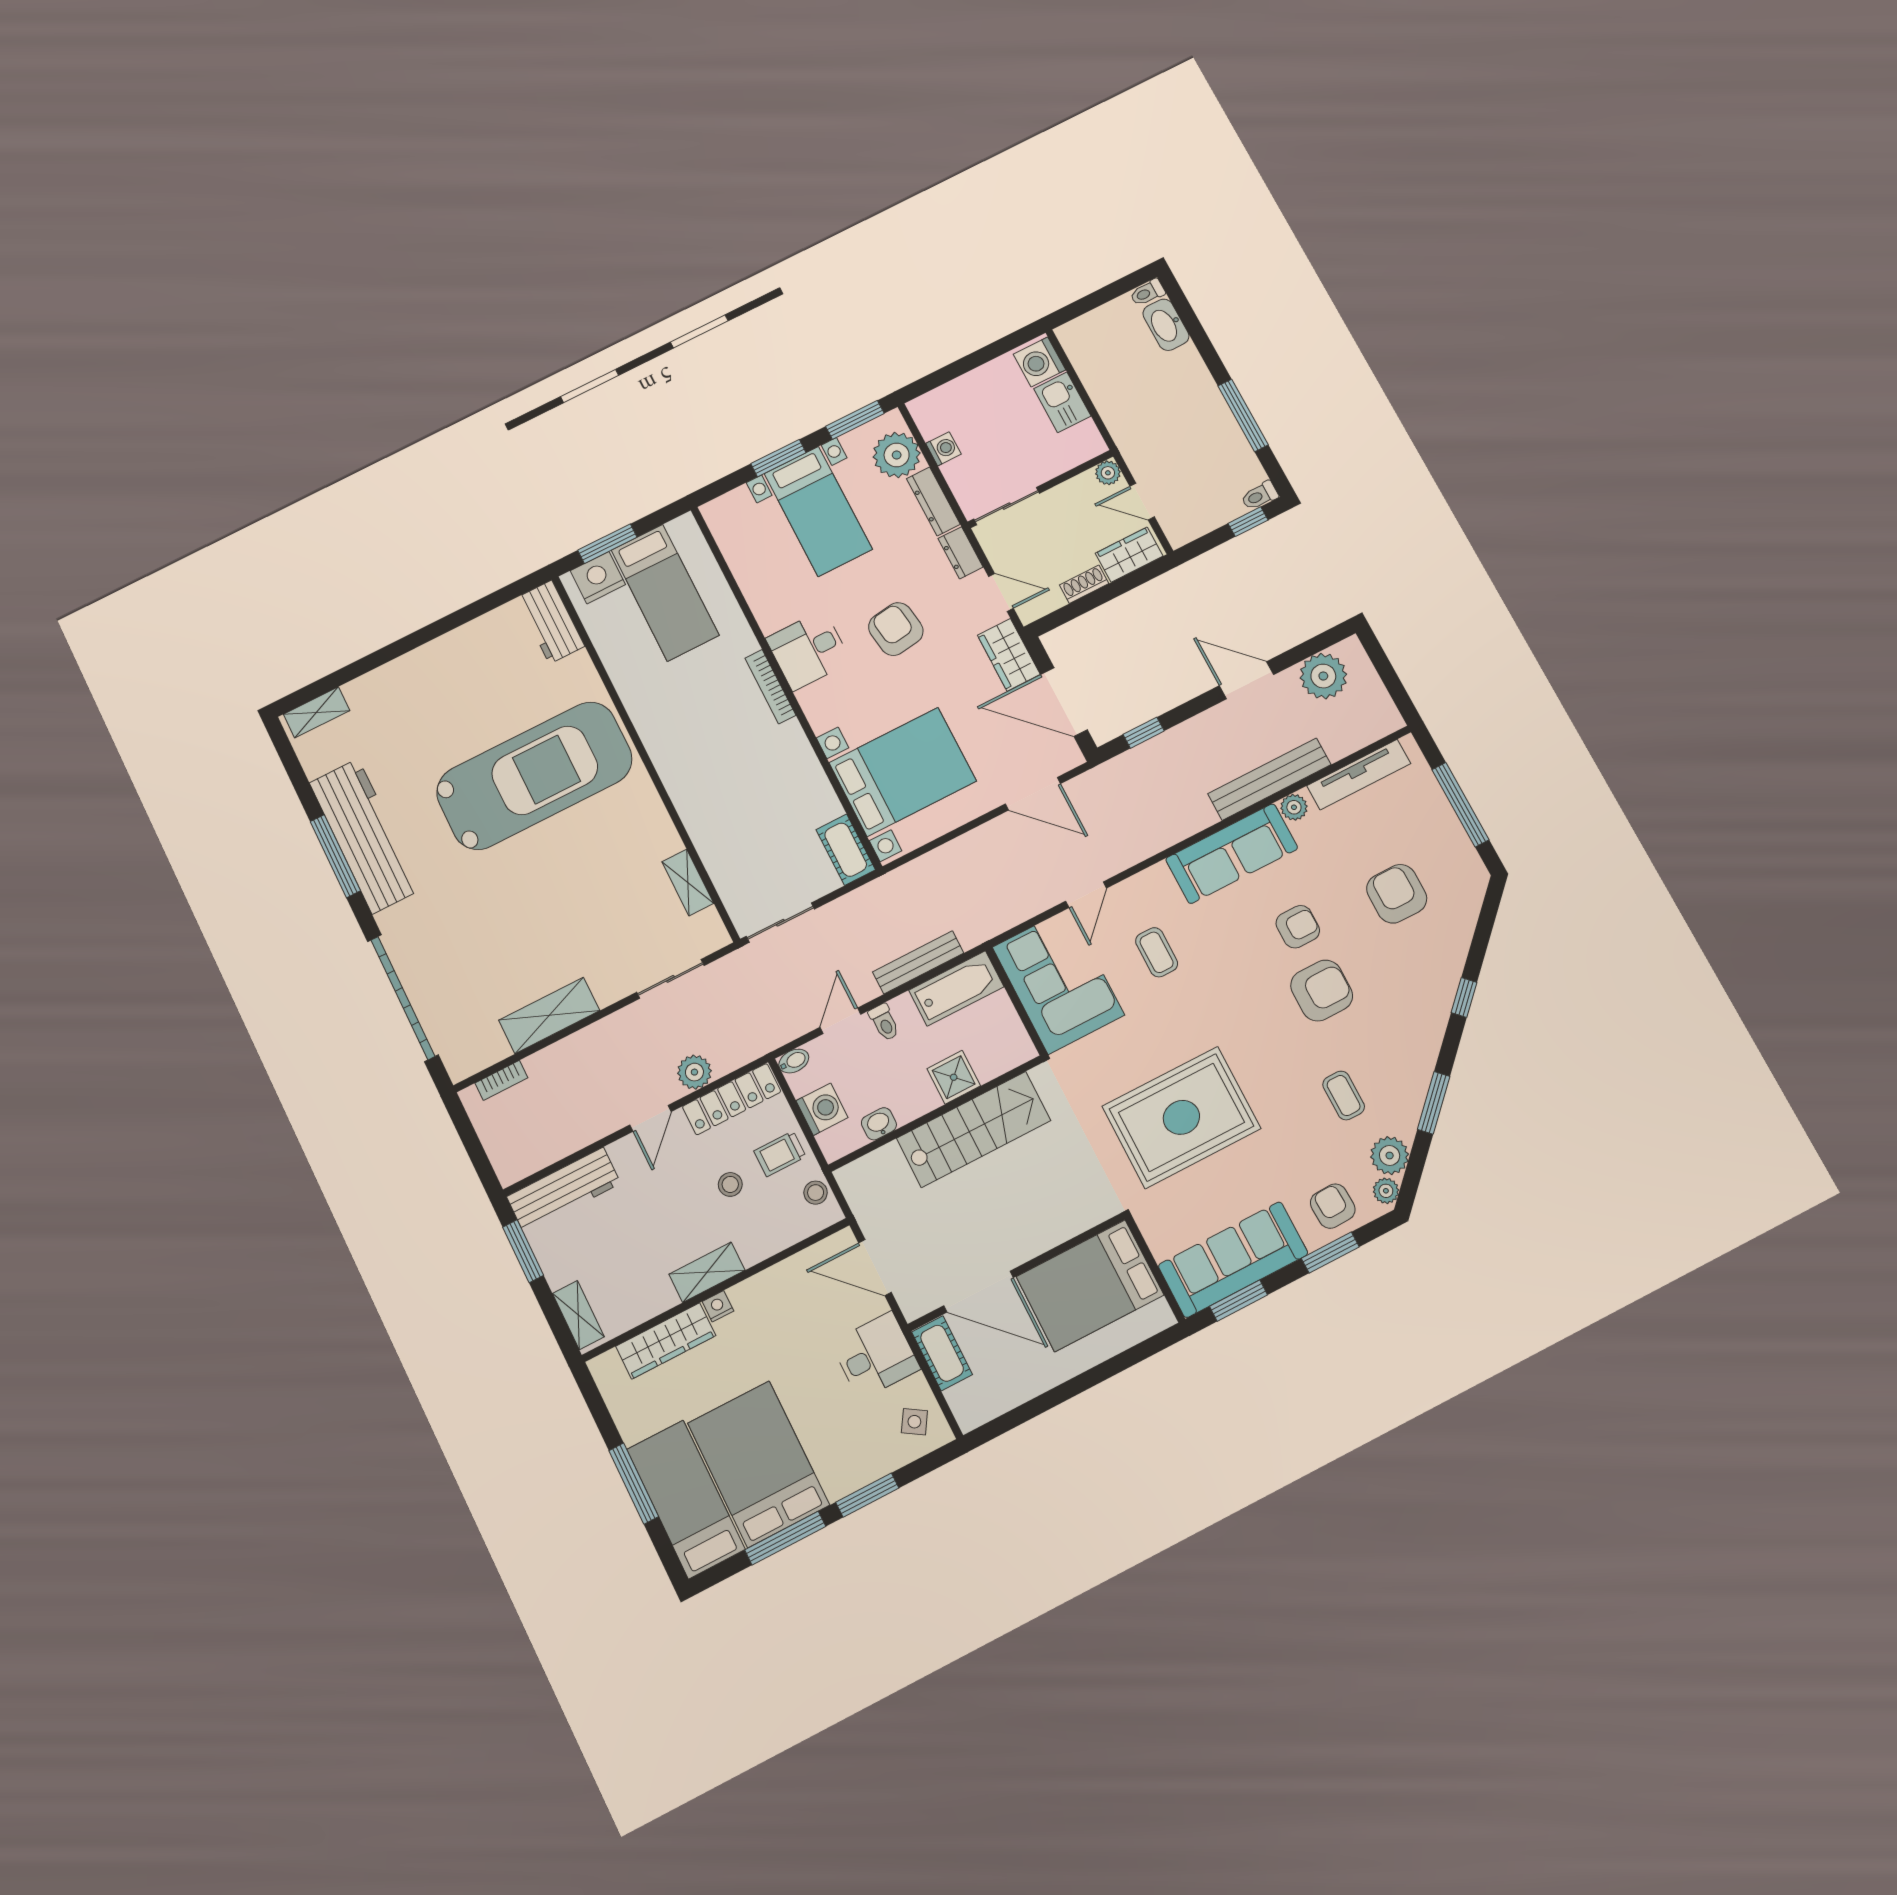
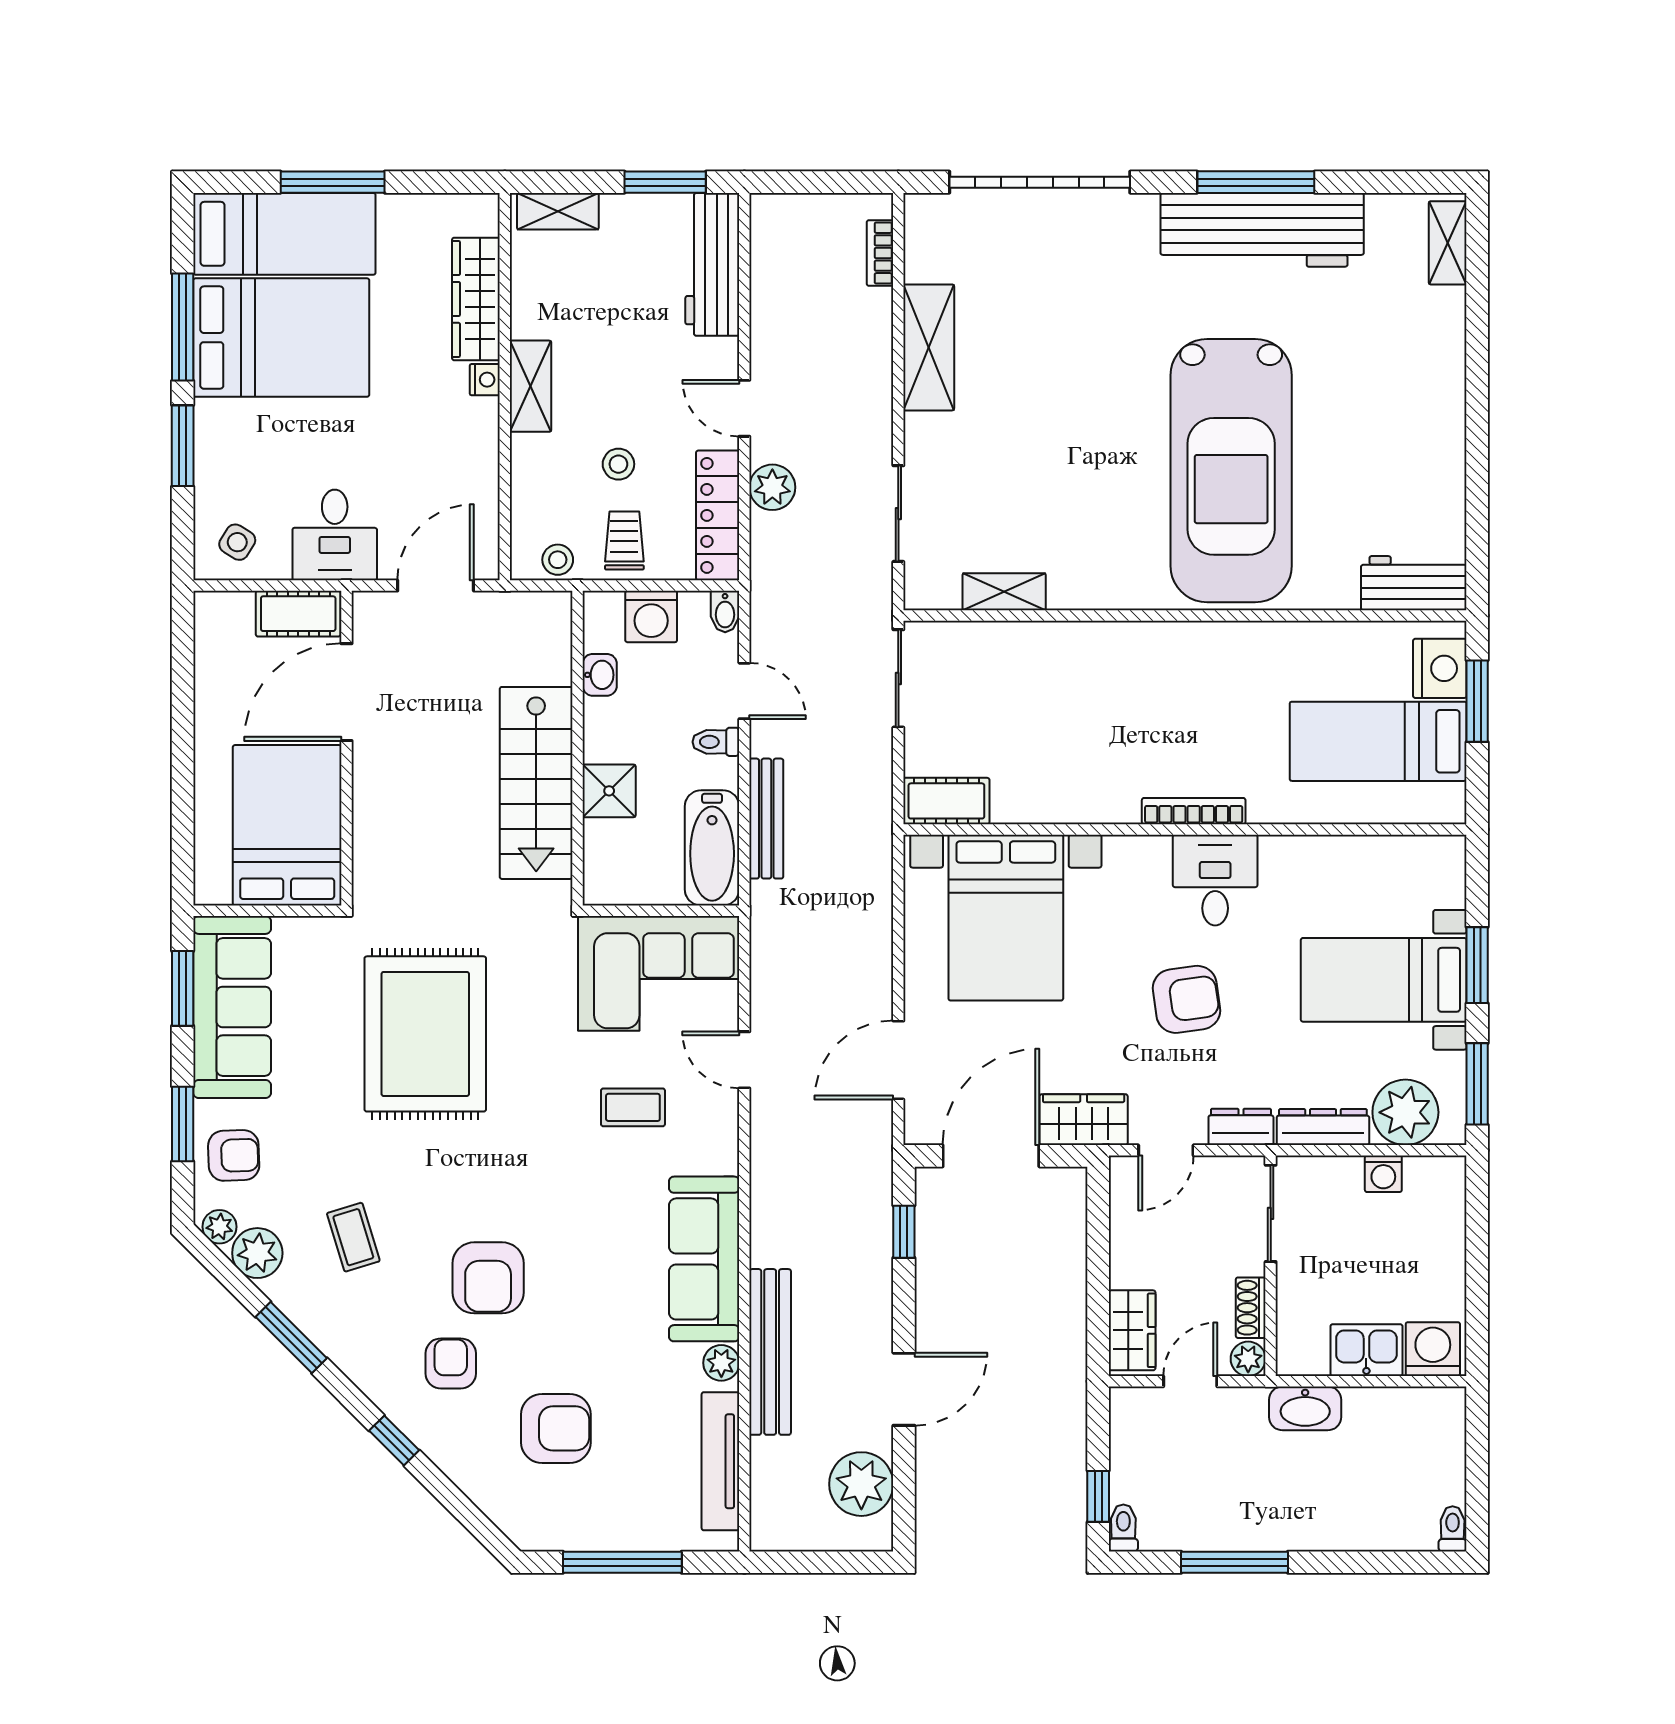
washbasin: (1166, 325) -> (1305, 1408), moved, turned 180
shoe rack: (1084, 584) -> (1251, 1308), moved, turned 180
armchair: (1298, 927) -> (451, 1363), moved, turned 180
coffee table: (1344, 1096) -> (353, 1237), turned 73

